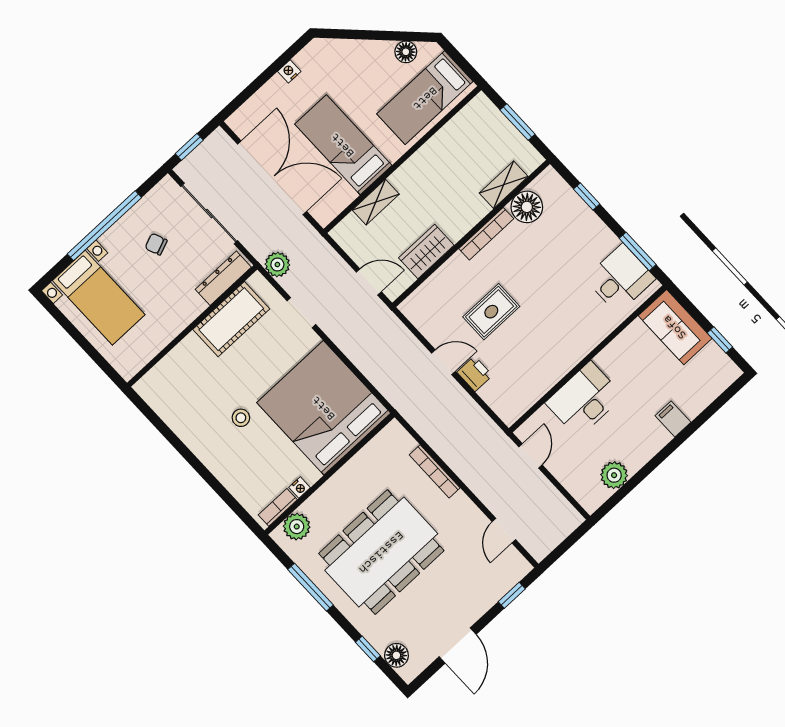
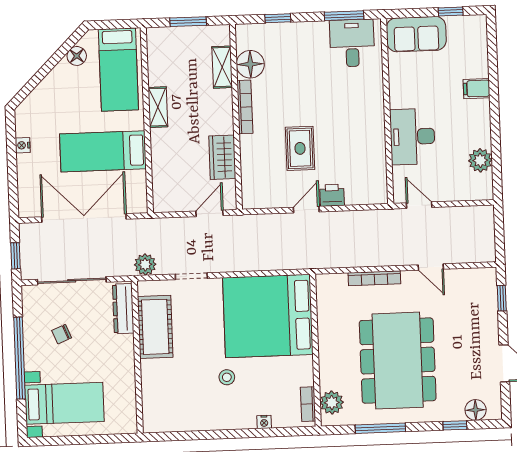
shelving: (376, 202) -> (158, 107), moved
nightstand: (300, 488) -> (264, 422), moved, turned 90
door: (504, 531) -> (431, 267), moved

